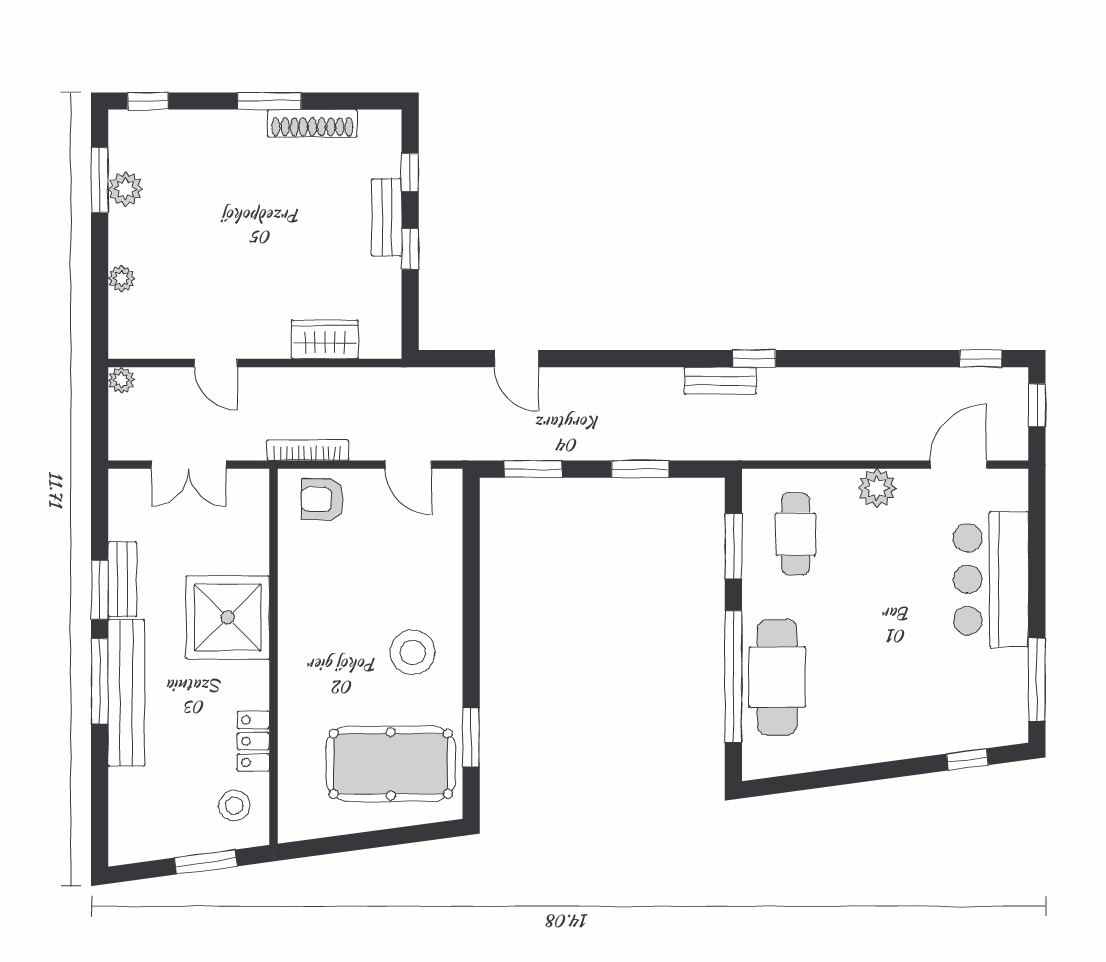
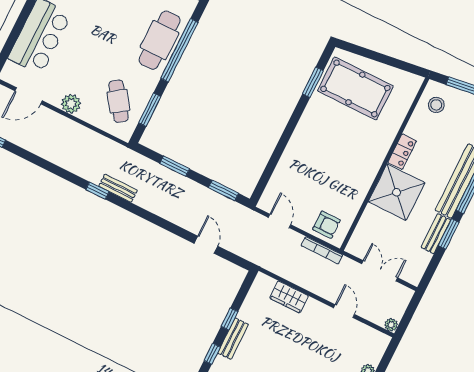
cafe table: (796, 534) -> (119, 101), turned -35
stool: (413, 652) -> (320, 134), removed
locker: (253, 741) -> (402, 152), moved

